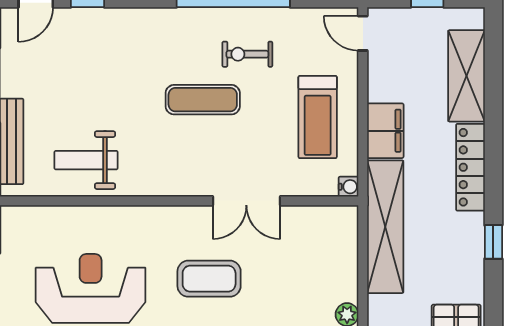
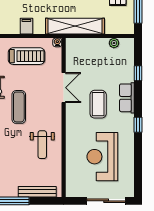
filing cabinet: (385, 131) -> (26, 26), width x0.50
weight bench: (86, 160) -> (42, 145), moved

